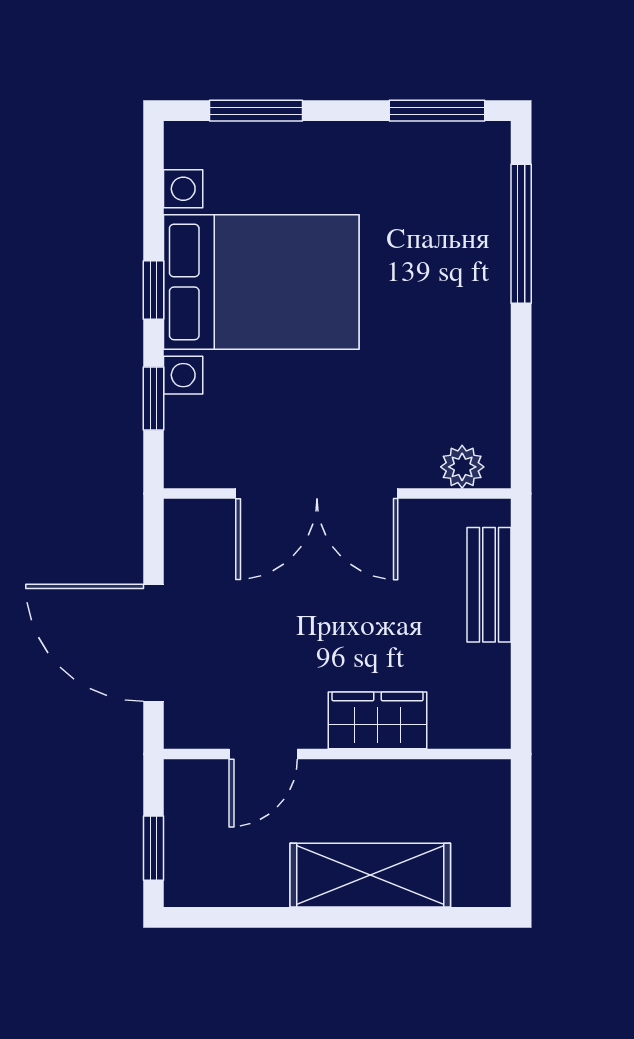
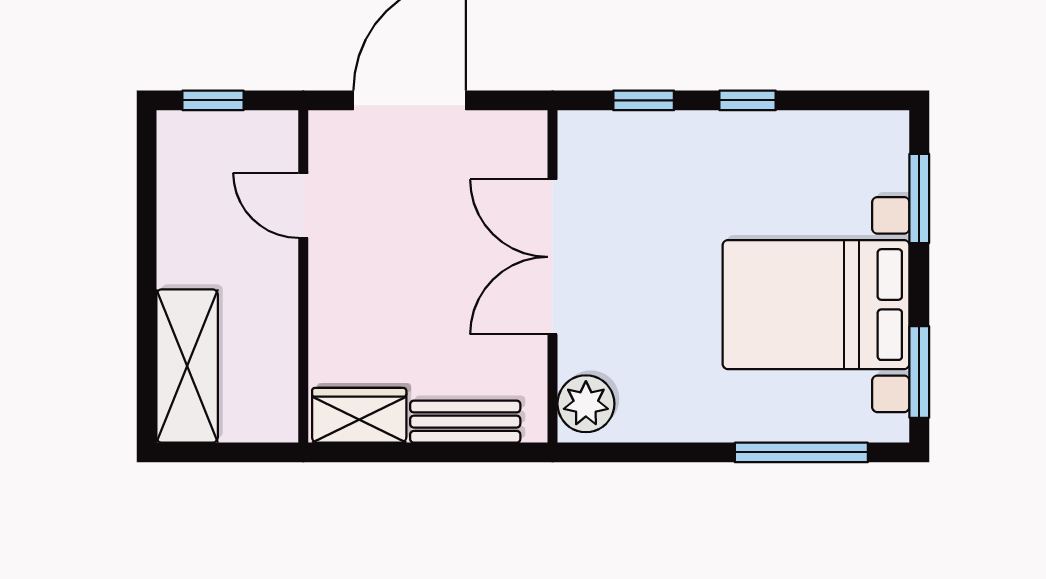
bed with nightstands: (261, 282) -> (816, 305), moved, turned 90
plant: (462, 467) -> (586, 404), width x1.38, depth x1.38
wardrobe: (377, 720) -> (359, 415), moved, turned -90
shelving: (370, 875) -> (187, 366), moved

